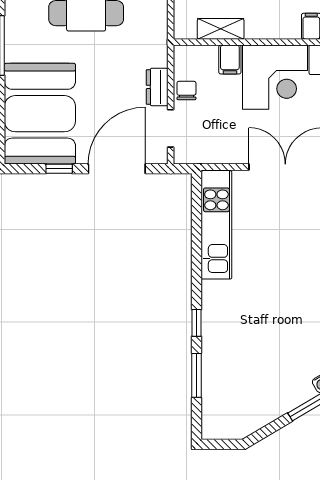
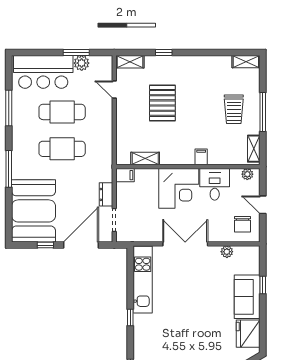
filing cabinet: (230, 59) -> (125, 175), moved, turned -90
chair: (186, 90) -> (124, 197), removed
window: (196, 323) -> (130, 318), moved

